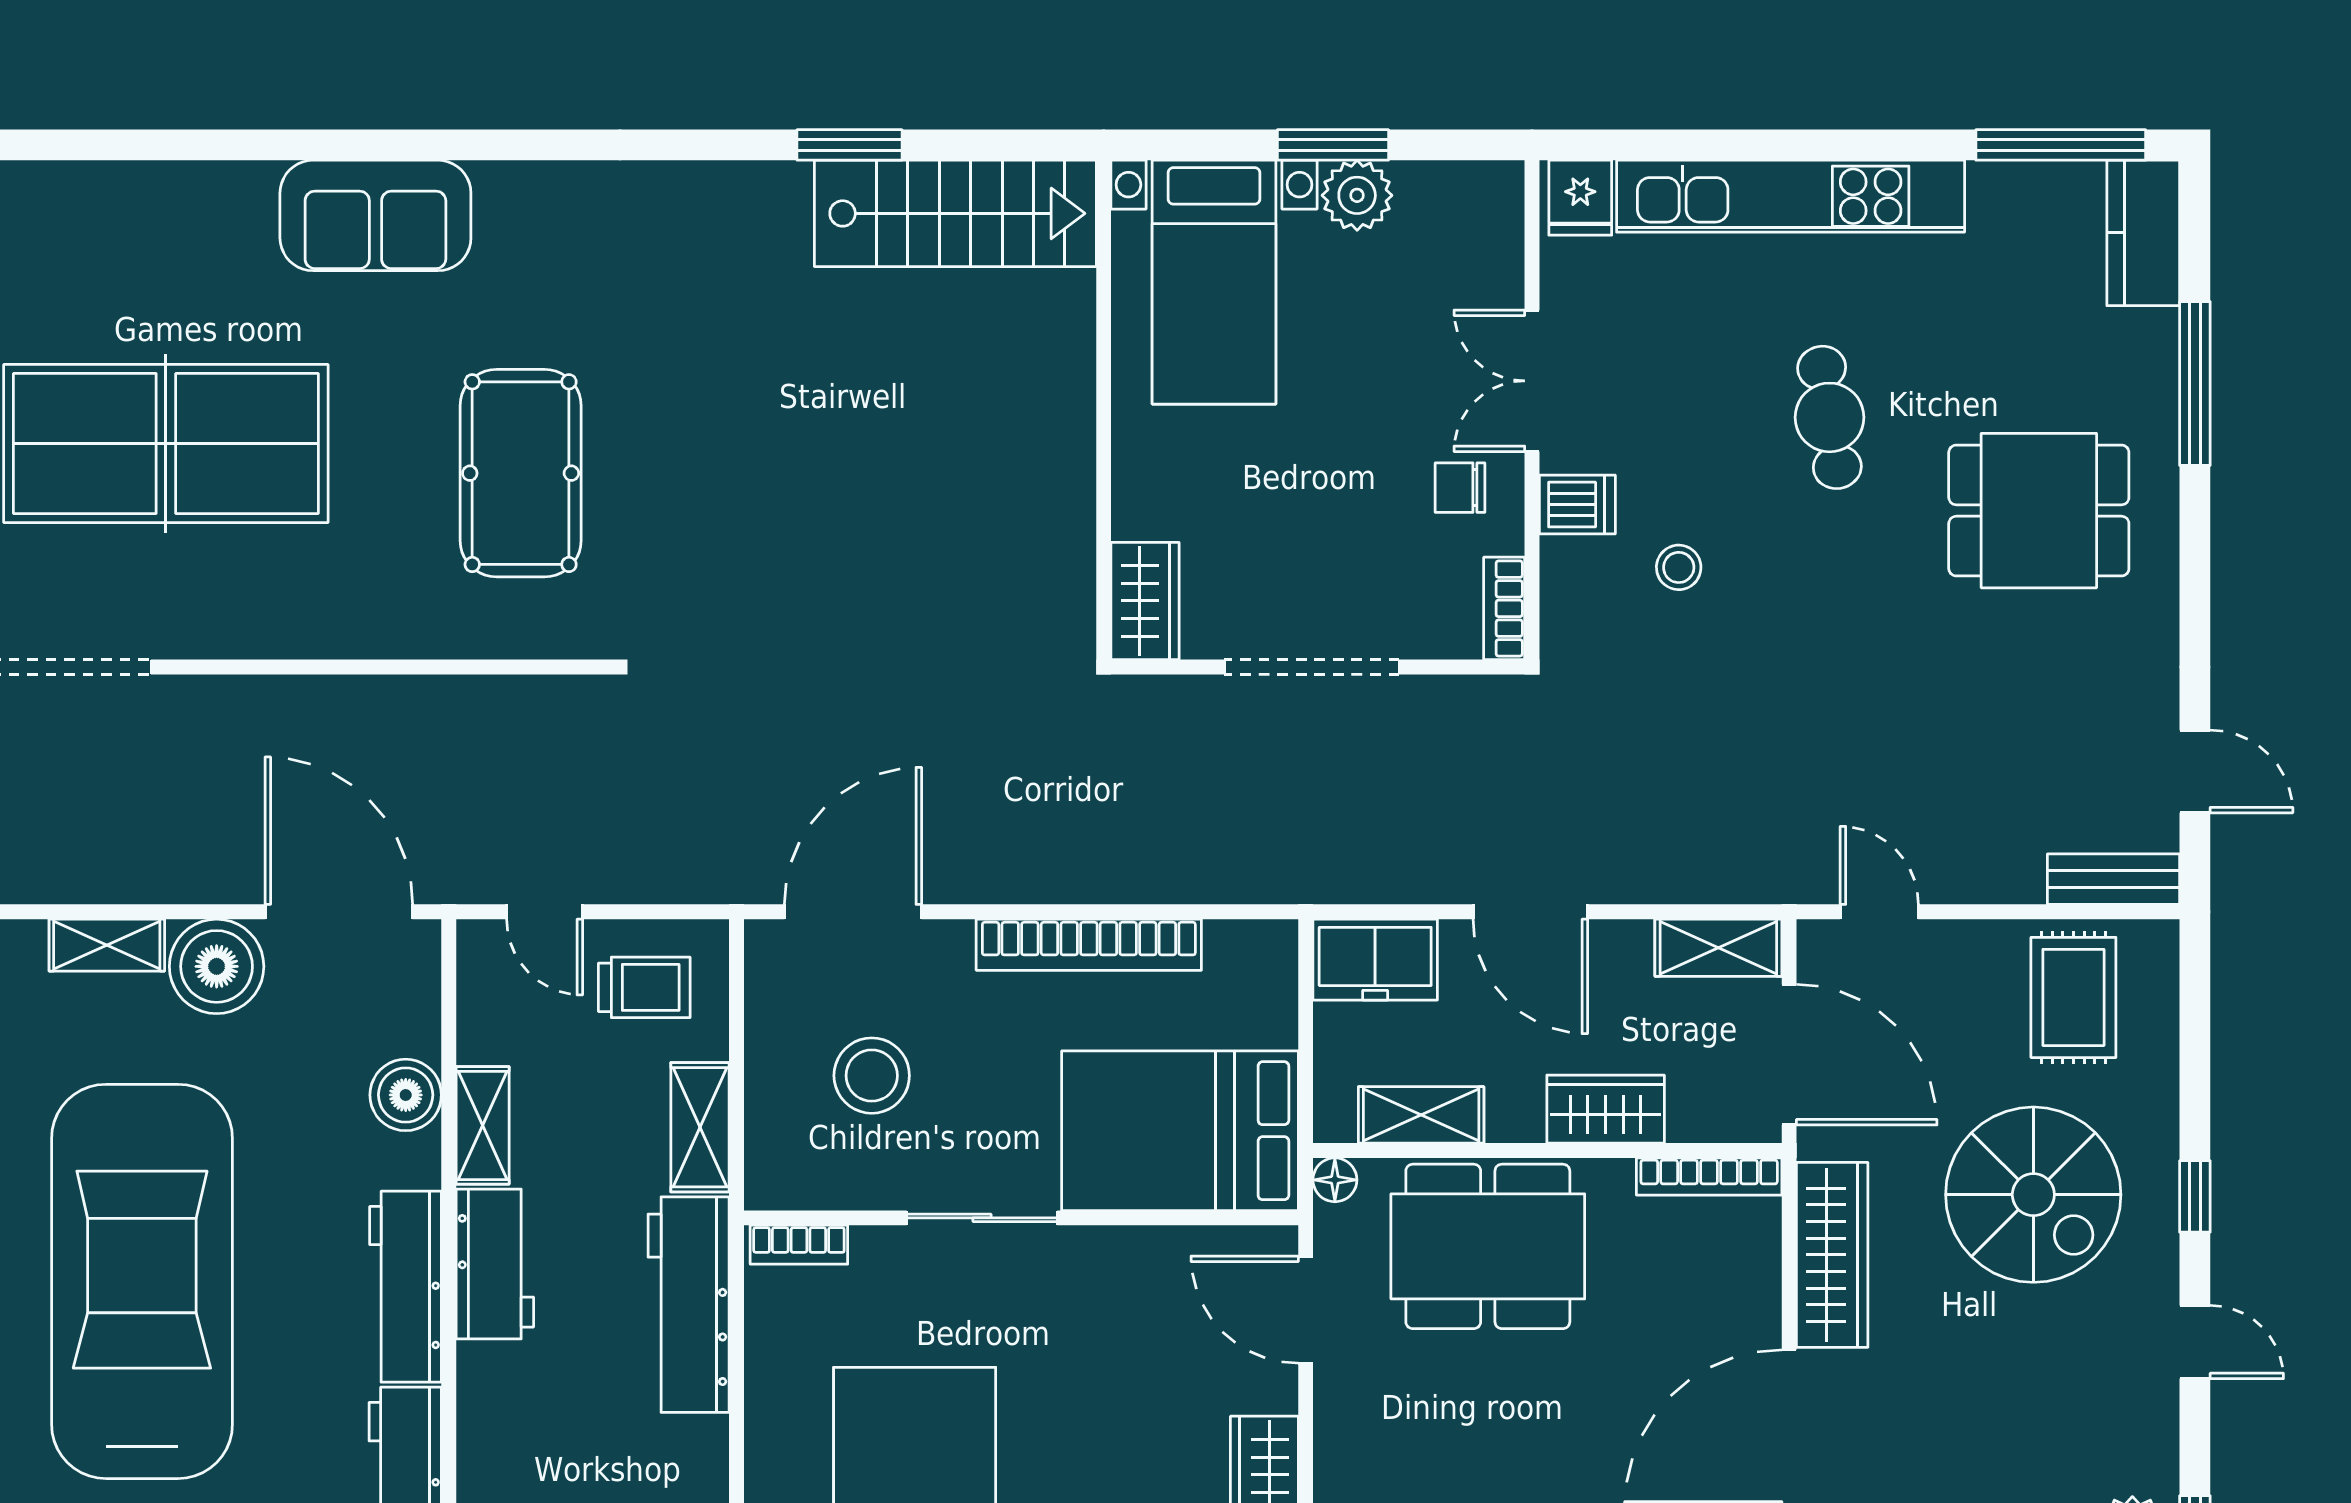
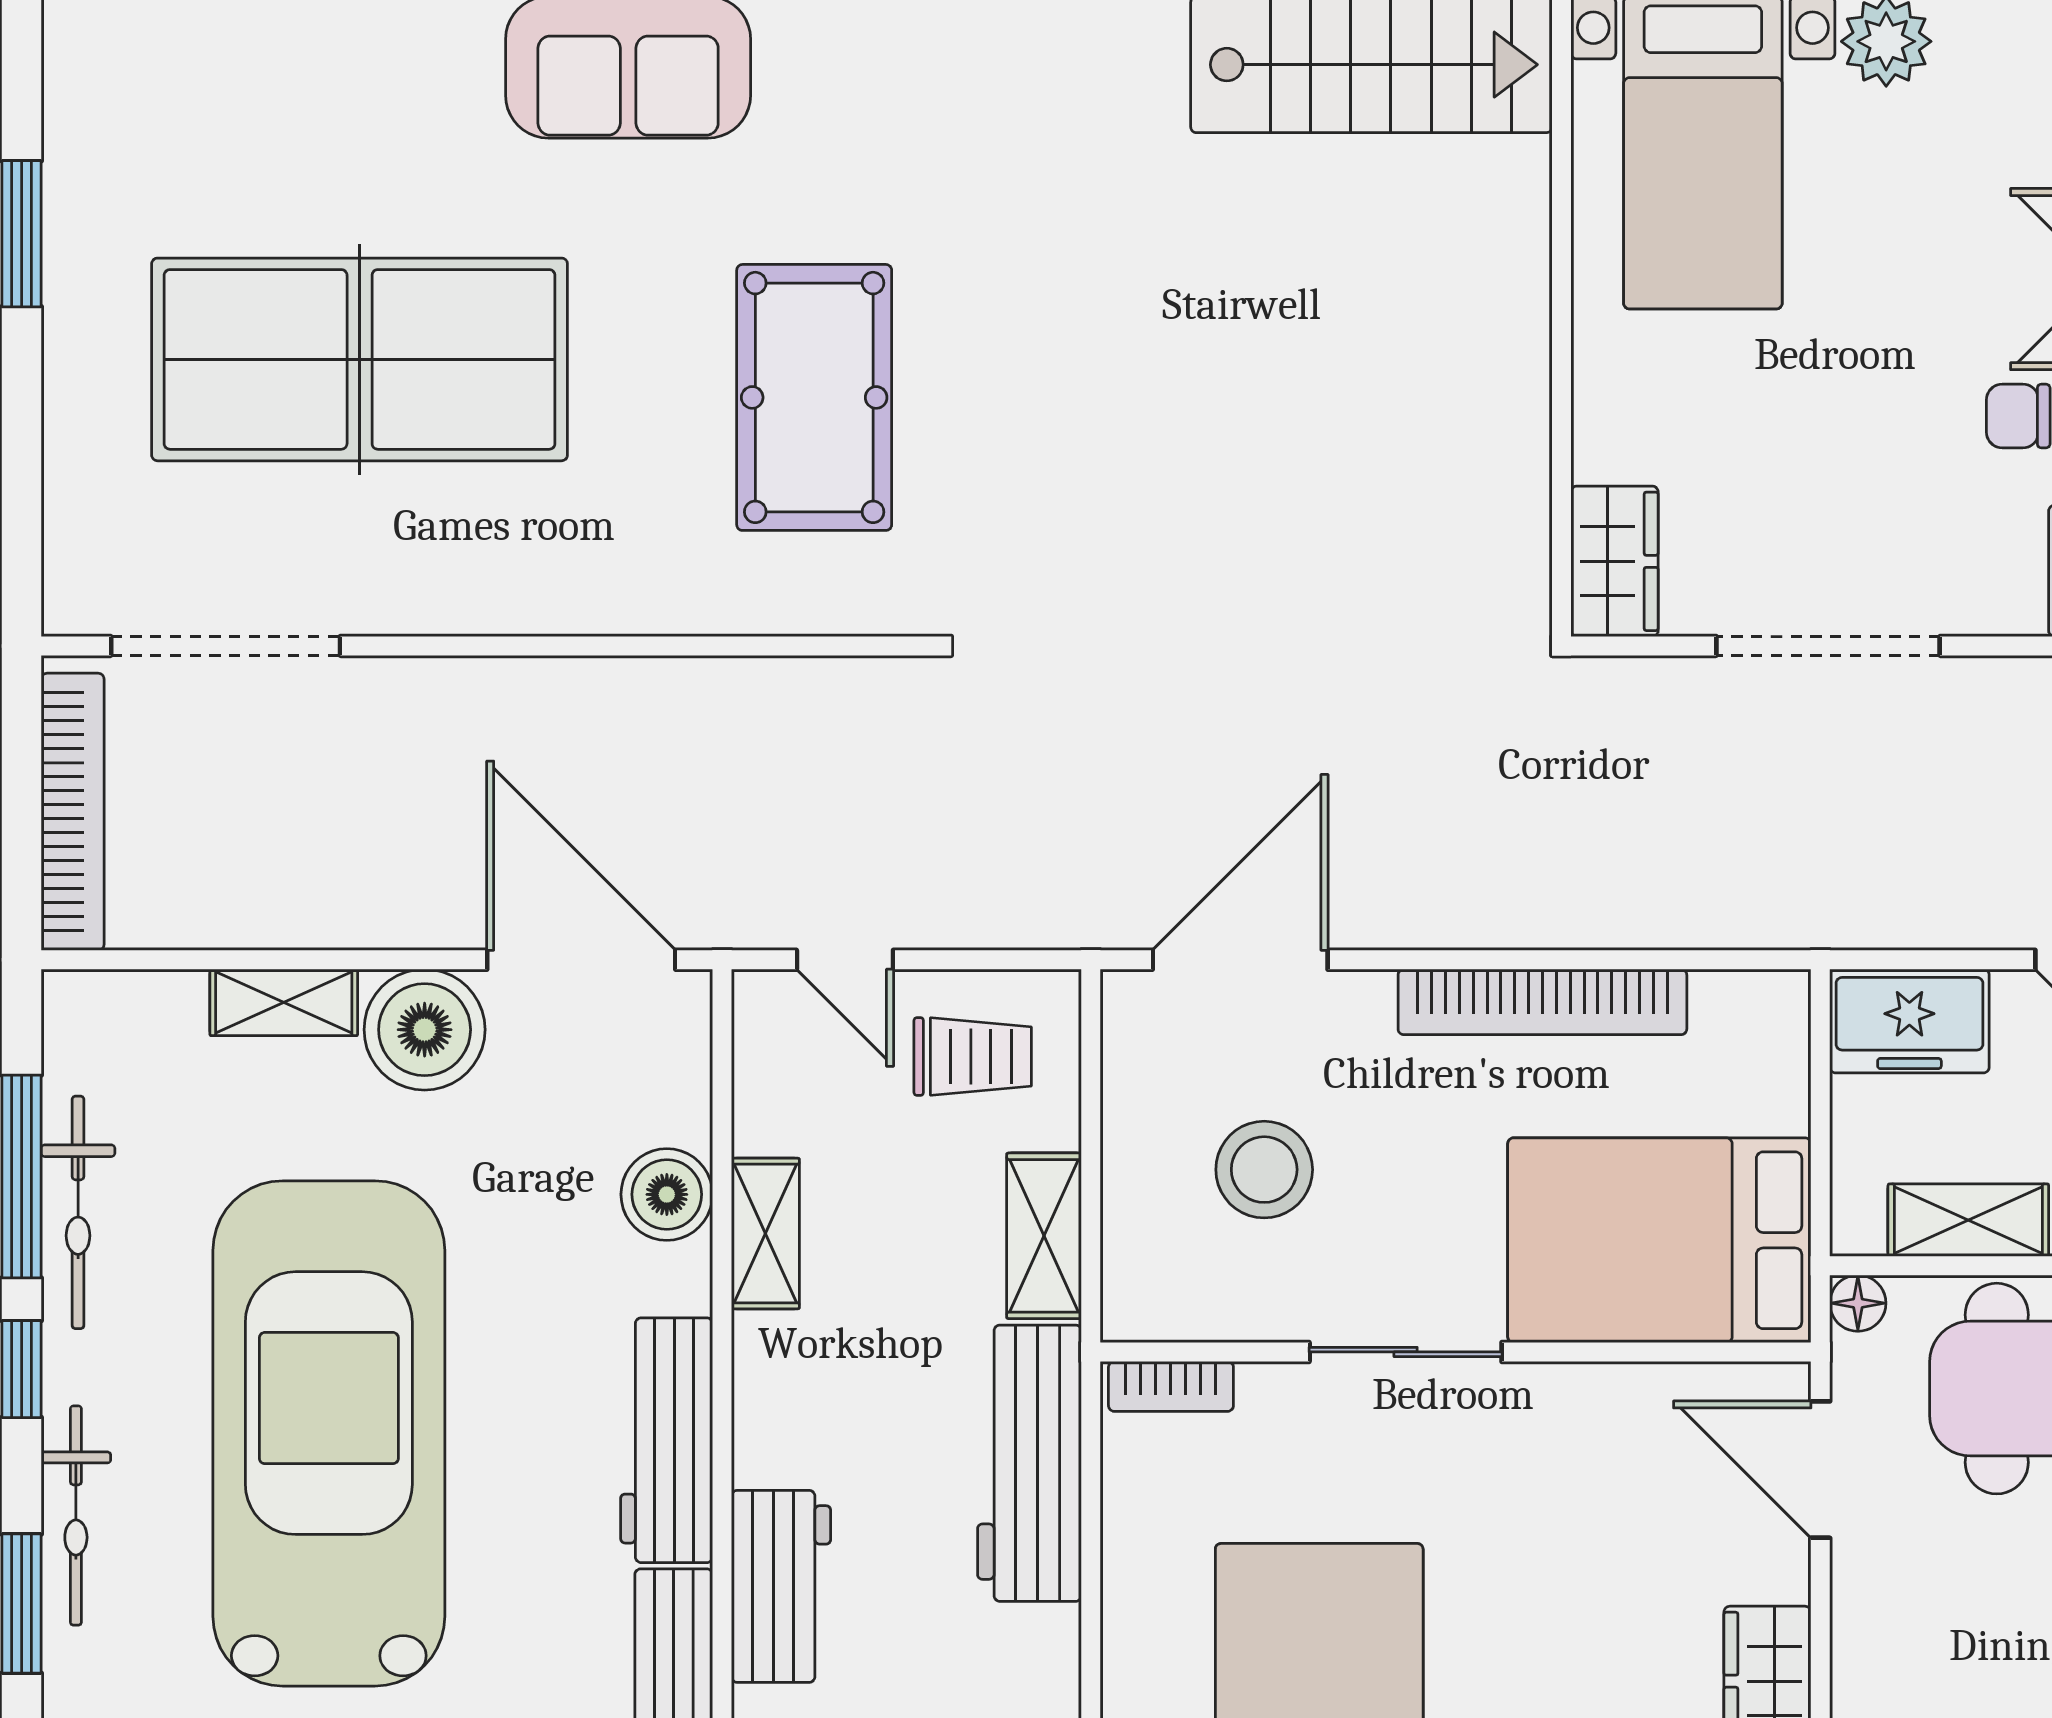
workbench: (495, 1264) -> (781, 1586), moved

